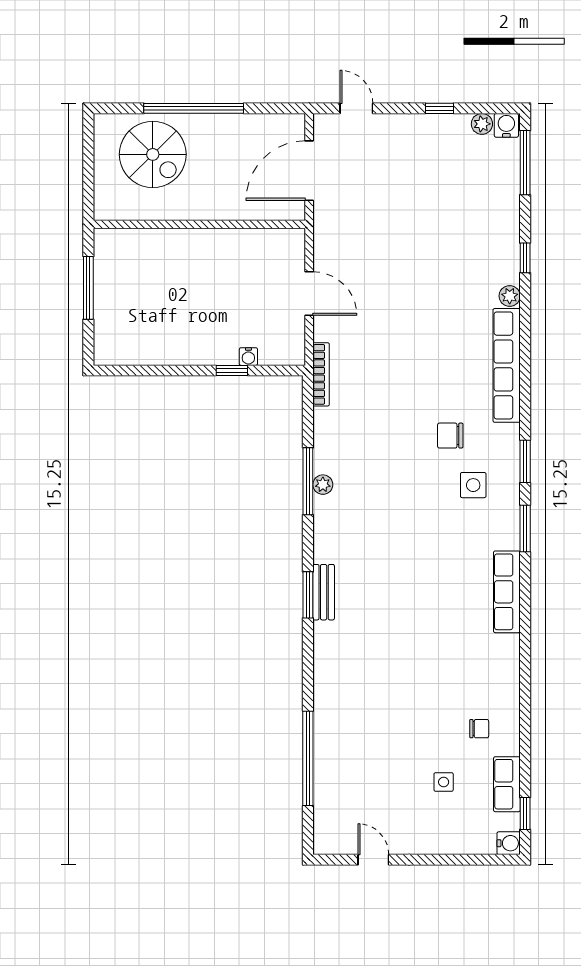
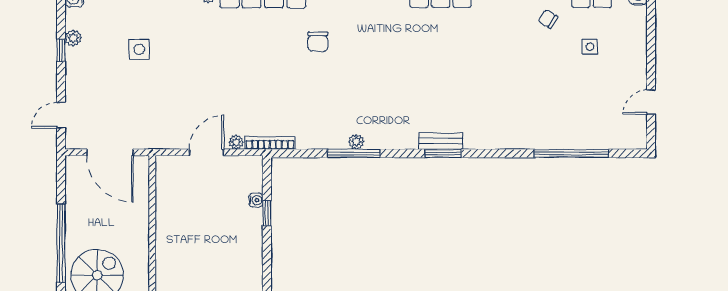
plant: (482, 124) -> (73, 38), moved
plant: (322, 331) -> (236, 142), added
side table: (473, 485) -> (139, 49), moved
chair: (479, 729) -> (548, 19), turned -58

